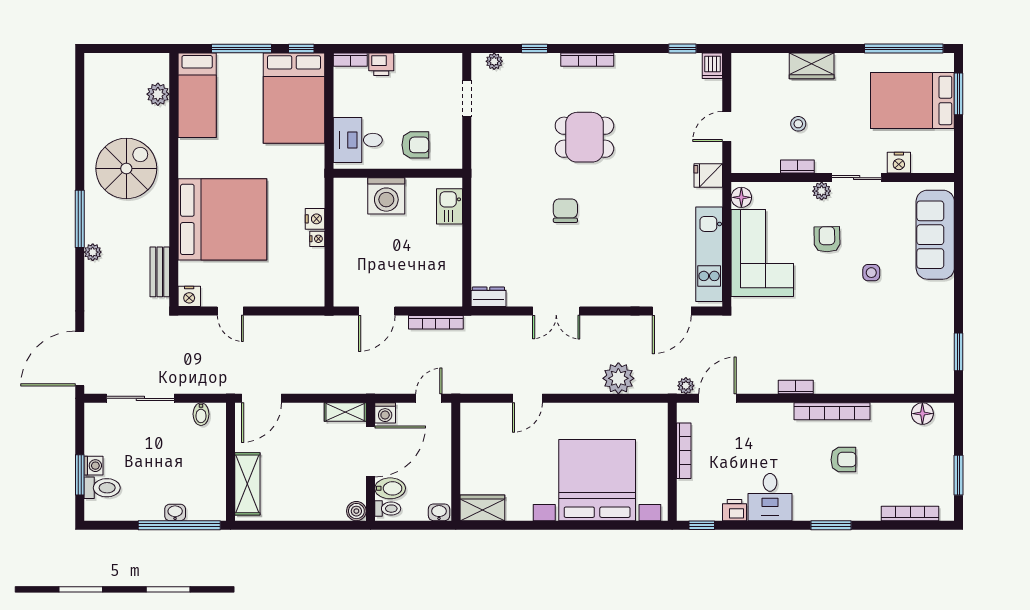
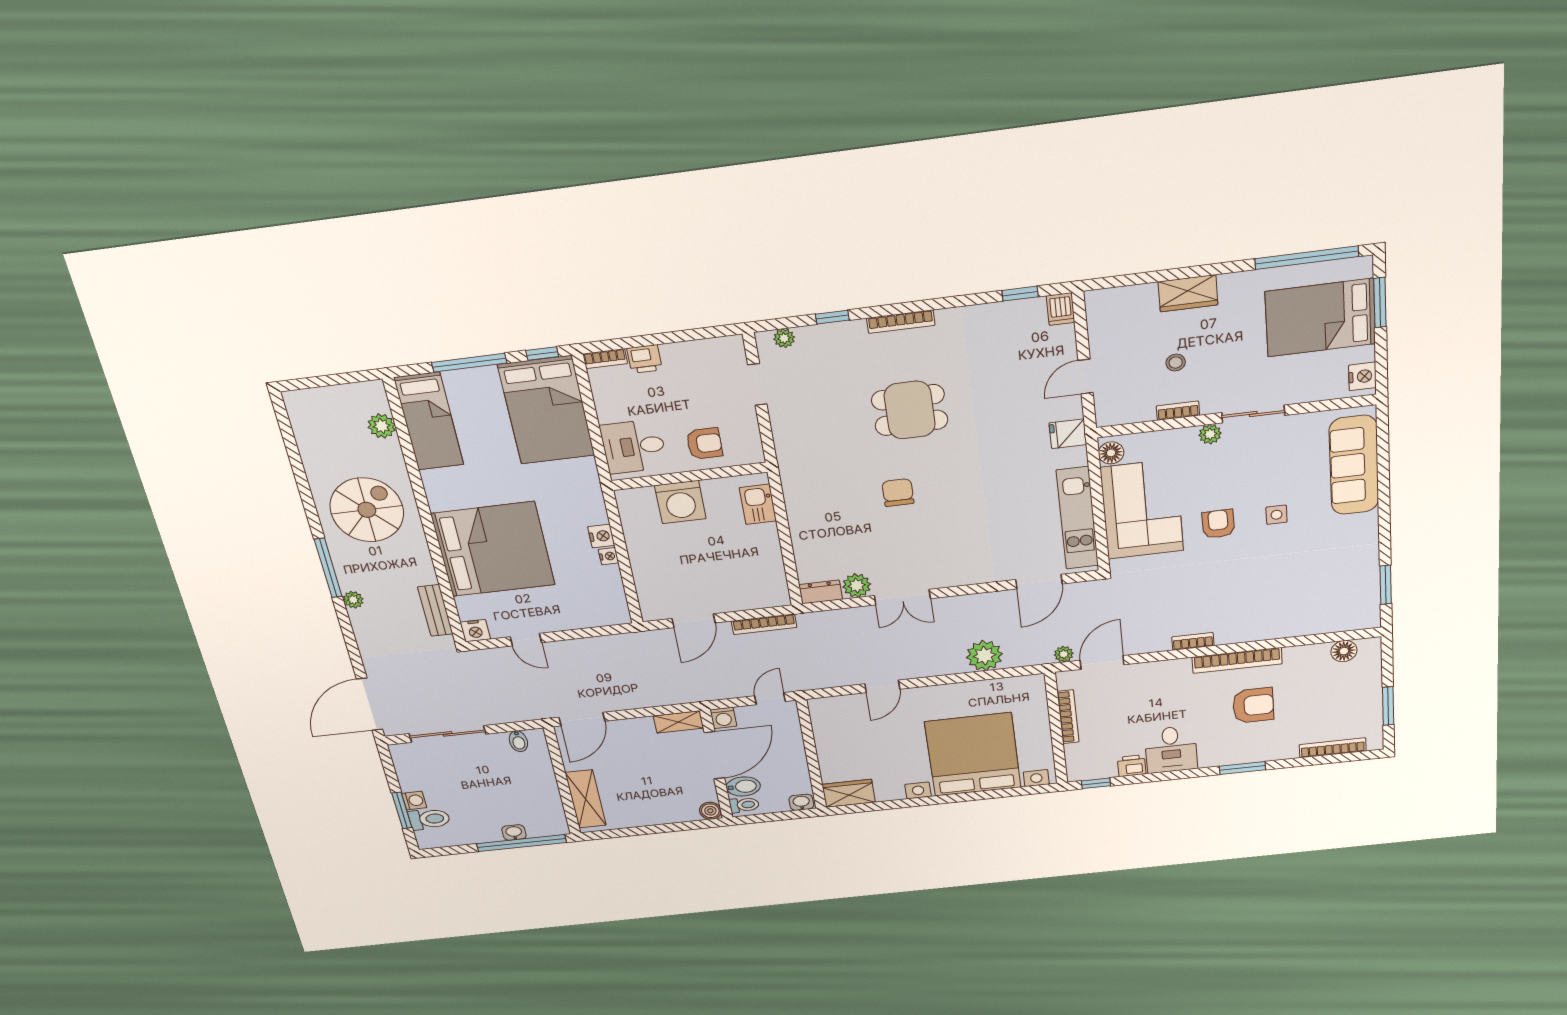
nightstand: (899, 163) -> (1362, 376), moved, turned -90
armchair: (827, 239) -> (1218, 524), moved
plant: (520, 295) -> (857, 586), added
armchair: (843, 460) -> (1253, 705), width x1.38, depth x1.38

